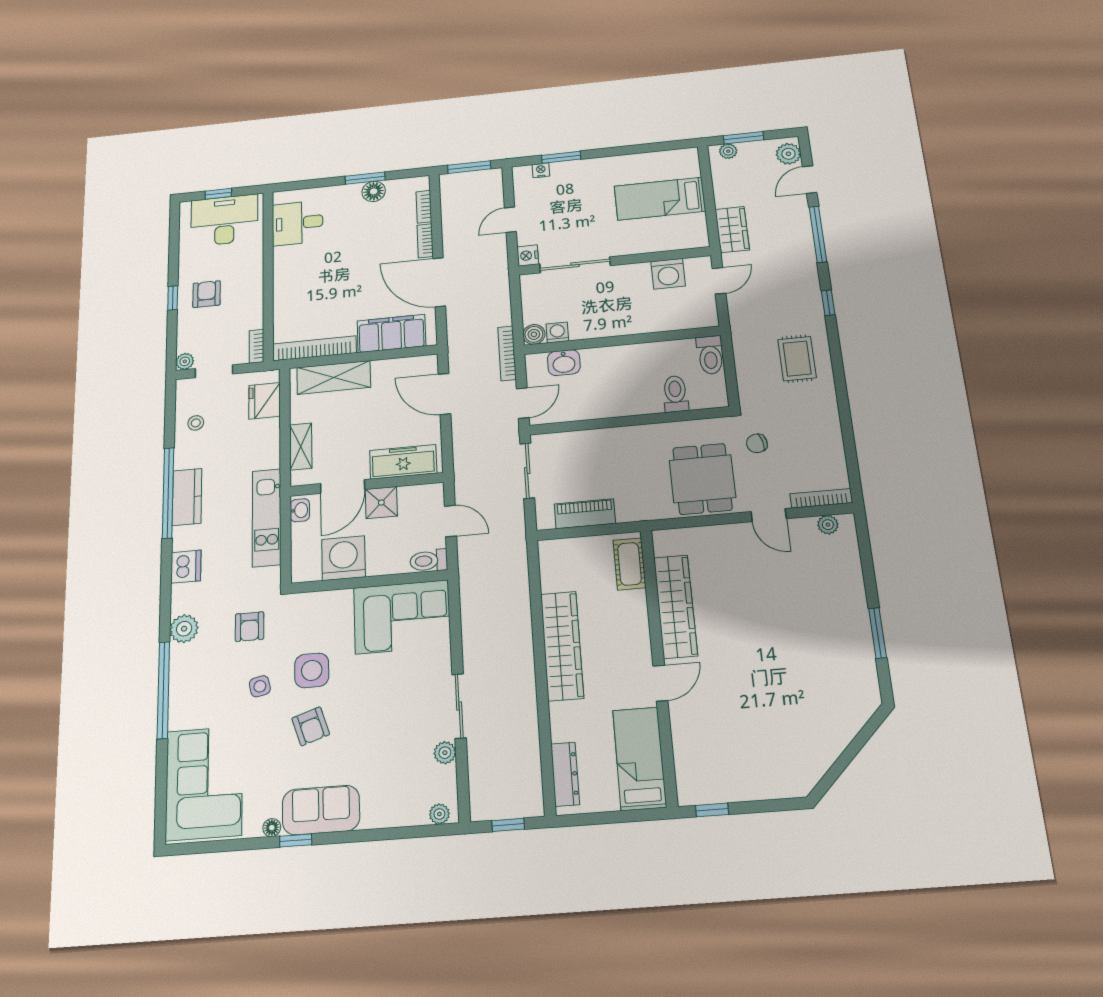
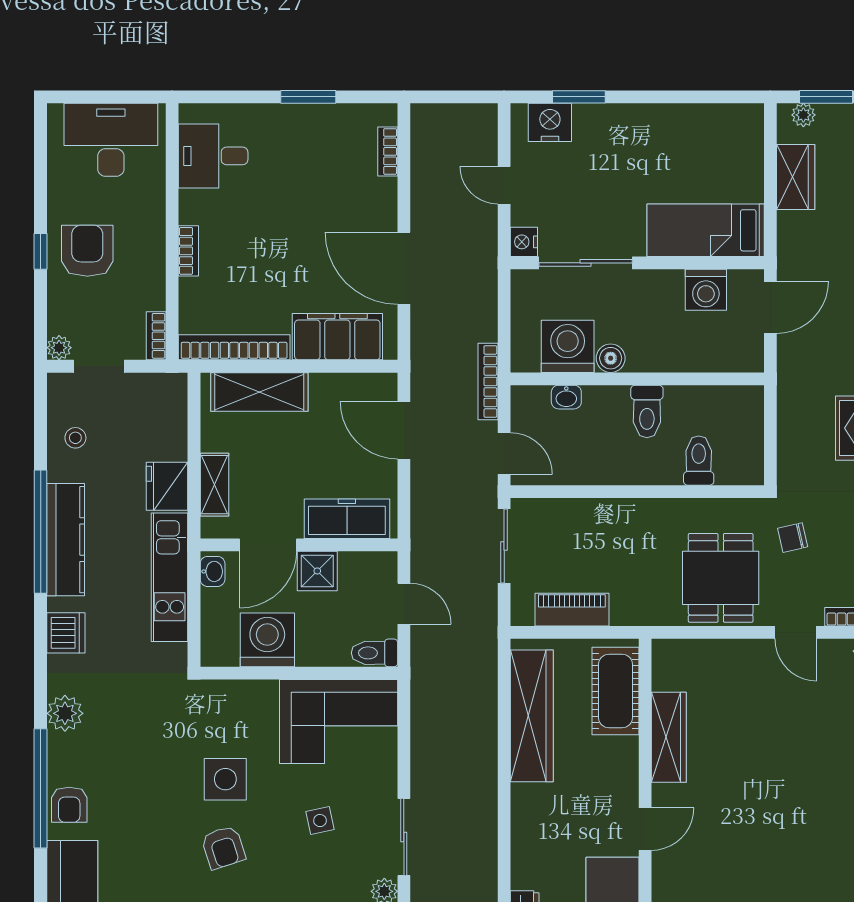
window: (469, 167) -> (452, 97), removed
nightstand: (541, 170) -> (550, 122), width x1.89, depth x1.79
floor lamp: (374, 191) -> (319, 119), removed
window: (218, 194) -> (102, 97), removed
bed: (660, 199) -> (706, 230), moved
door: (510, 220) -> (504, 185), hinge flipped
wardrobe: (732, 230) -> (796, 177), moved
bookcase: (425, 241) -> (188, 251), moved, turned 180
door: (719, 281) -> (770, 307), width x1.38
armchair: (207, 294) -> (87, 251), width x1.38, depth x1.38
washing machine: (557, 332) -> (568, 346), width x1.89, depth x1.89
boiler: (534, 334) -> (611, 358), moved
toilet: (710, 355) -> (647, 411), moved
washbasin: (564, 363) -> (566, 397), width x0.72, depth x0.69
fridge: (265, 401) -> (167, 486), moved
door: (523, 403) -> (504, 454), hinge flipped
kitchen counter: (187, 497) -> (66, 540), width x1.50
cot: (630, 564) -> (615, 691), width x1.37, depth x1.34
wardrobe: (675, 606) -> (669, 737), width x0.71, depth x0.85
armchair: (250, 627) -> (69, 805), moved
wardrobe: (562, 646) -> (532, 716), moved
side table: (260, 686) -> (320, 821), moved

